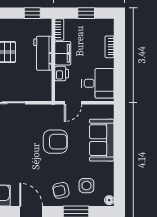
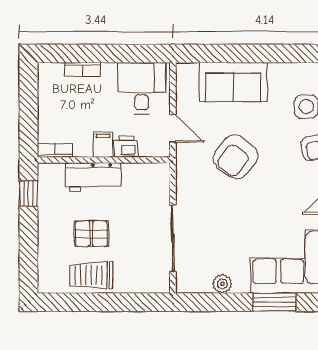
window: (86, 13) -> (28, 107), removed
filing cabinet: (63, 53) -> (103, 145), width x0.50
armchair: (55, 142) -> (236, 157), turned -142

